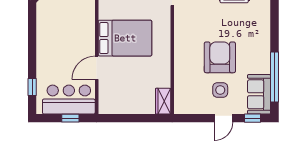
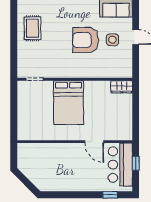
bed: (125, 38) -> (69, 103), moved, turned 180
window: (252, 118) -> (136, 13), removed

